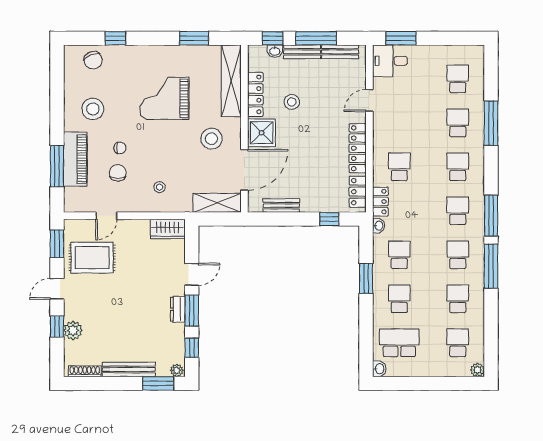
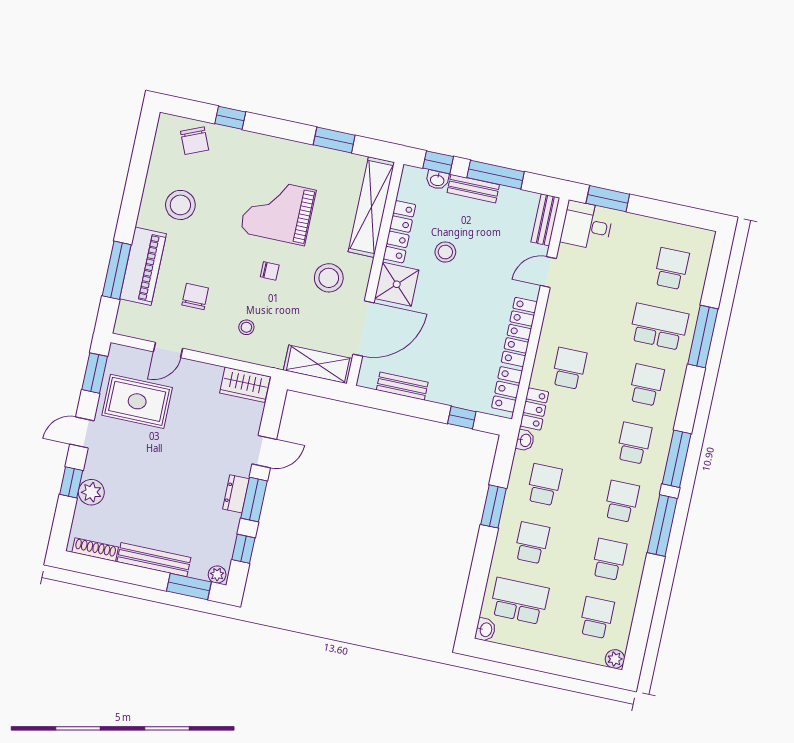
bench: (340, 52) -> (545, 220), moved, turned 90
school desk: (458, 123) -> (659, 327), width x1.85
chair: (120, 148) -> (270, 271), moved

